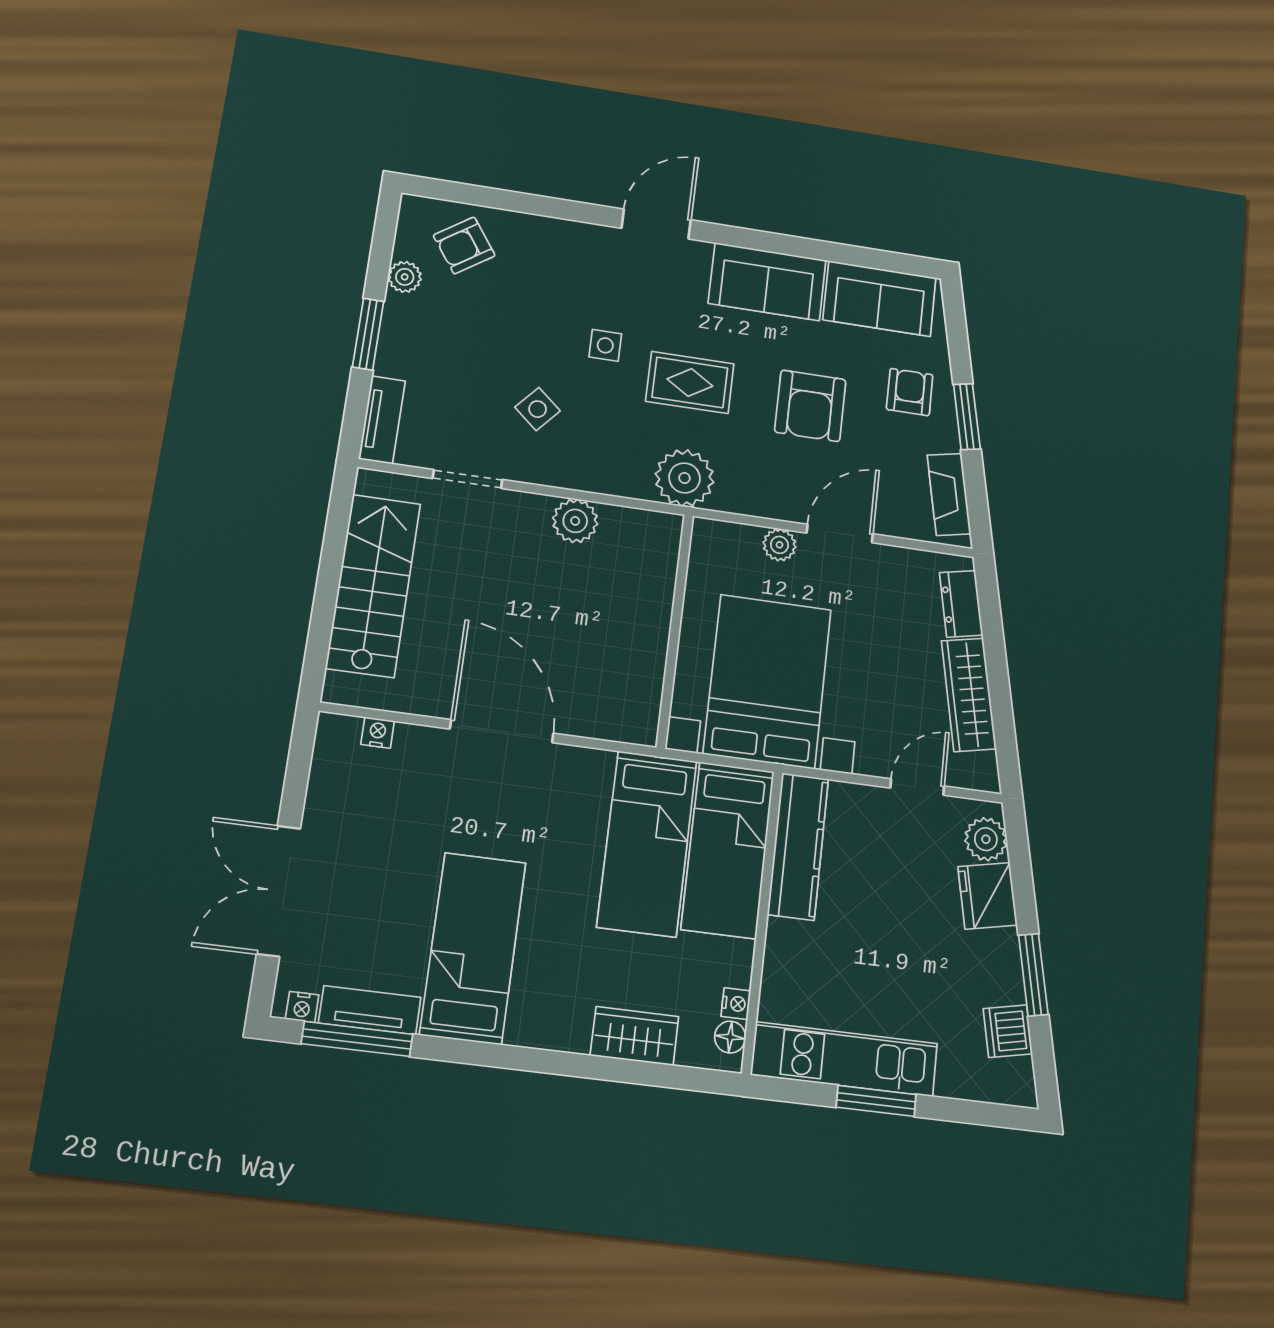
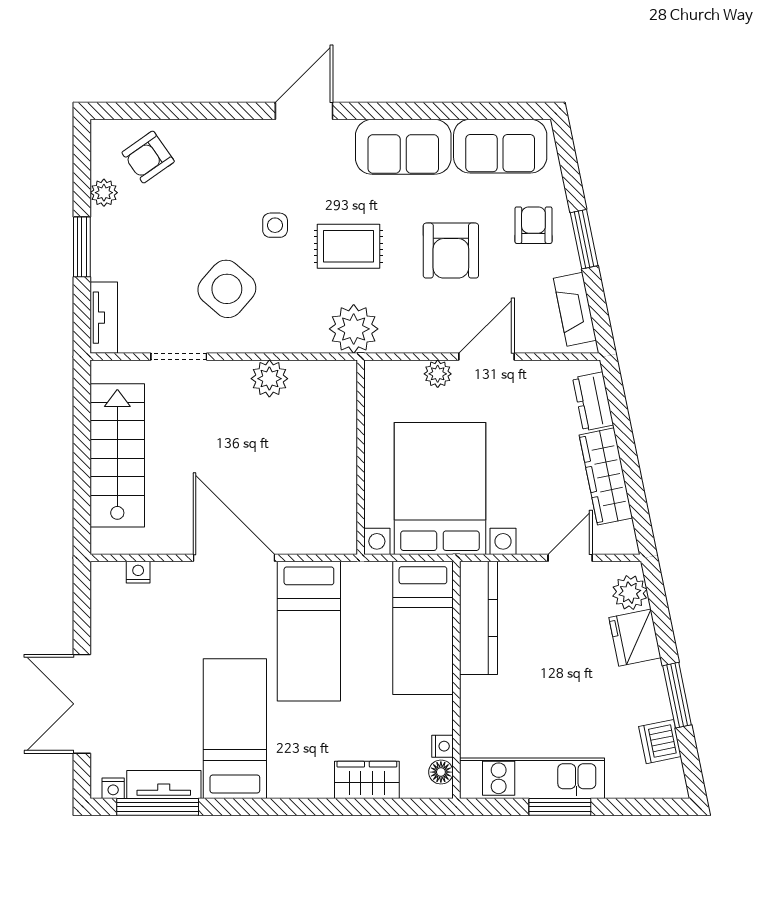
side table: (538, 409) -> (227, 289), width x1.87, depth x1.87
bed: (647, 843) -> (309, 631), moved

